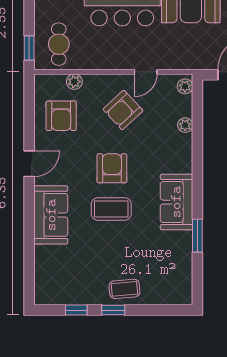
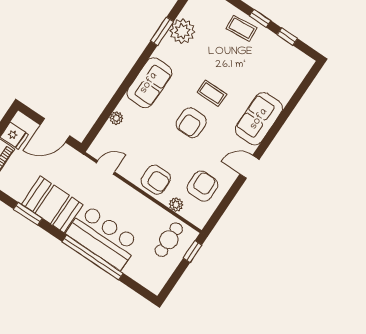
door: (146, 72) -> (105, 167), moved
plant: (185, 86) -> (182, 31), moved, width x1.87, depth x1.87
armchair: (123, 110) -> (156, 180), moved, turned 43
sofa: (176, 202) -> (149, 83), moved
coffee table: (111, 209) -> (212, 93), width x0.73, depth x0.77

